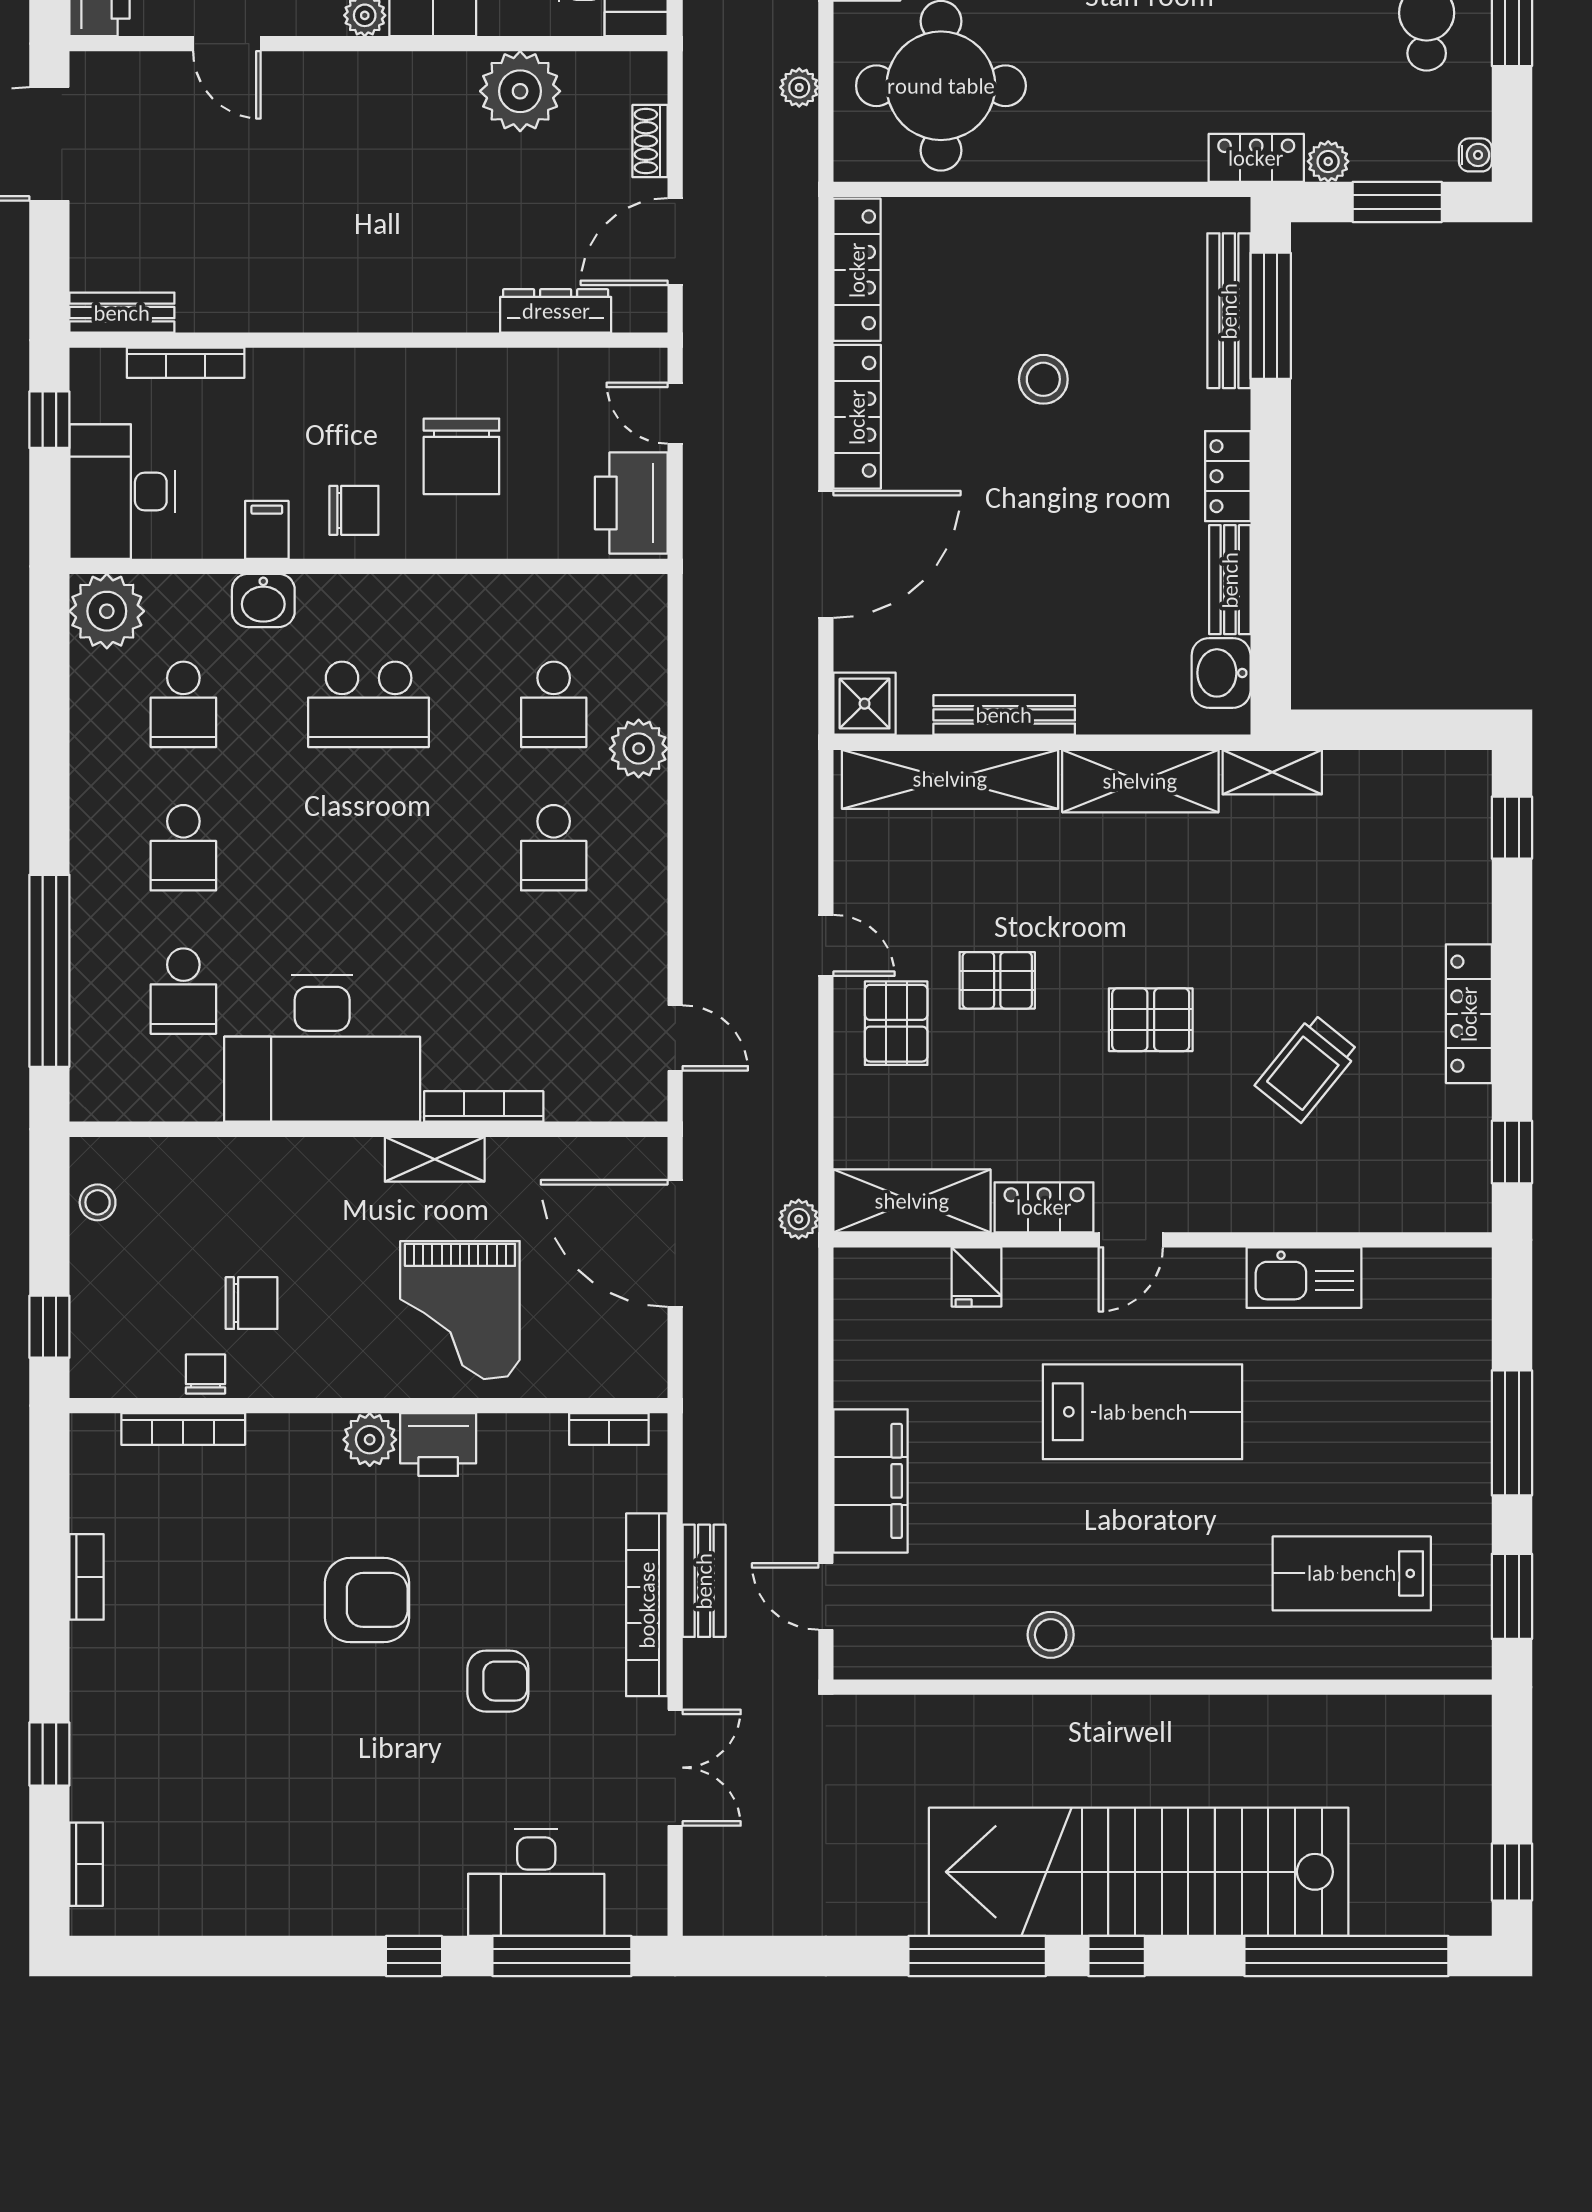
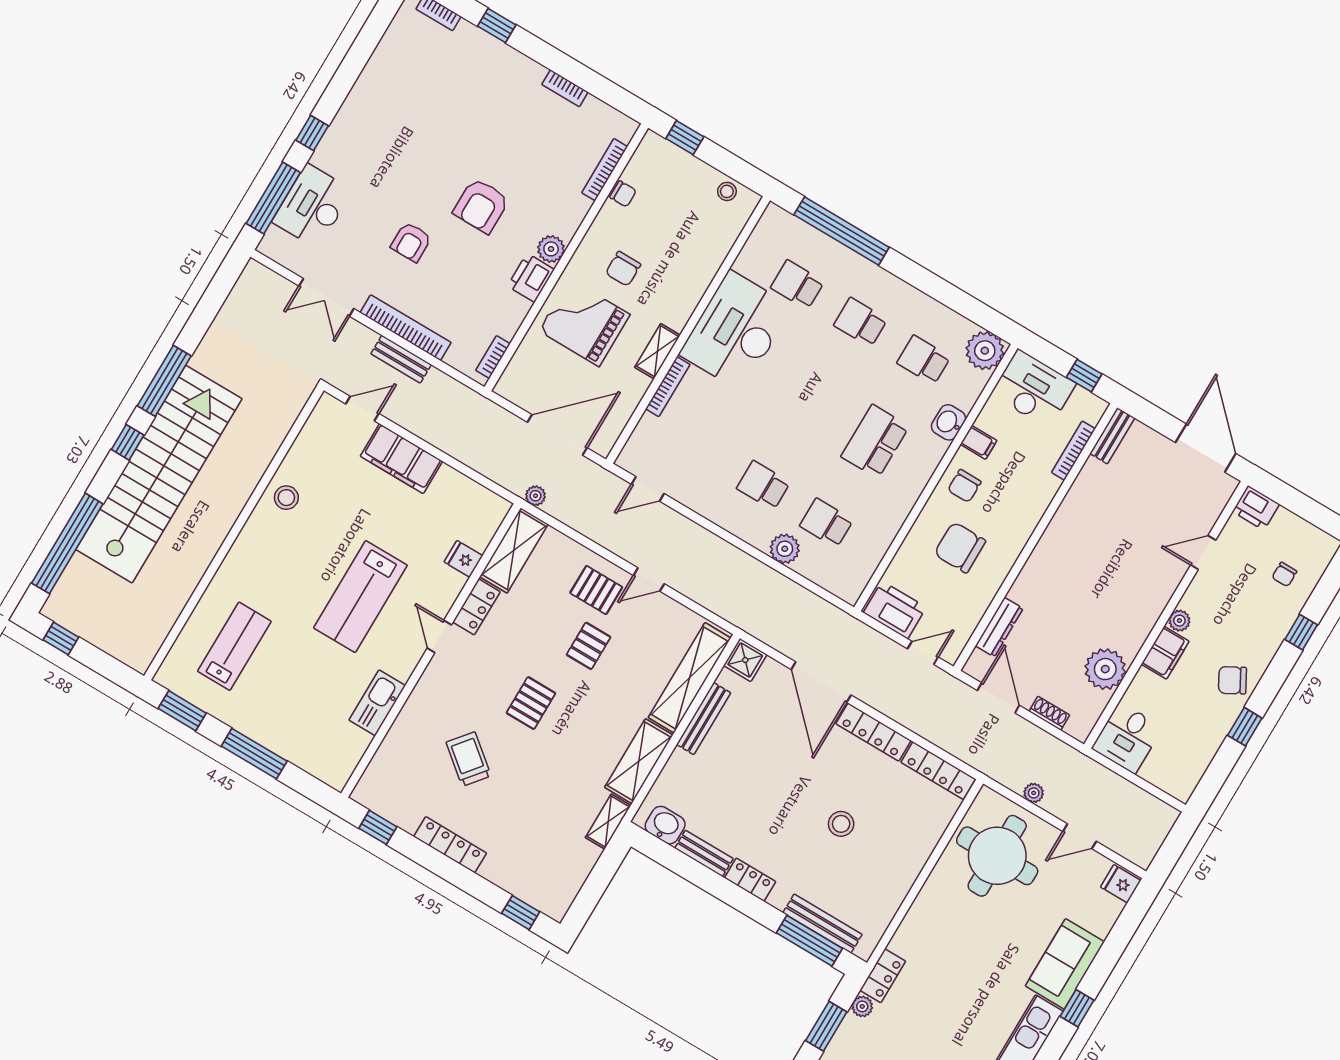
chair: (252, 1303) -> (623, 269), moved

